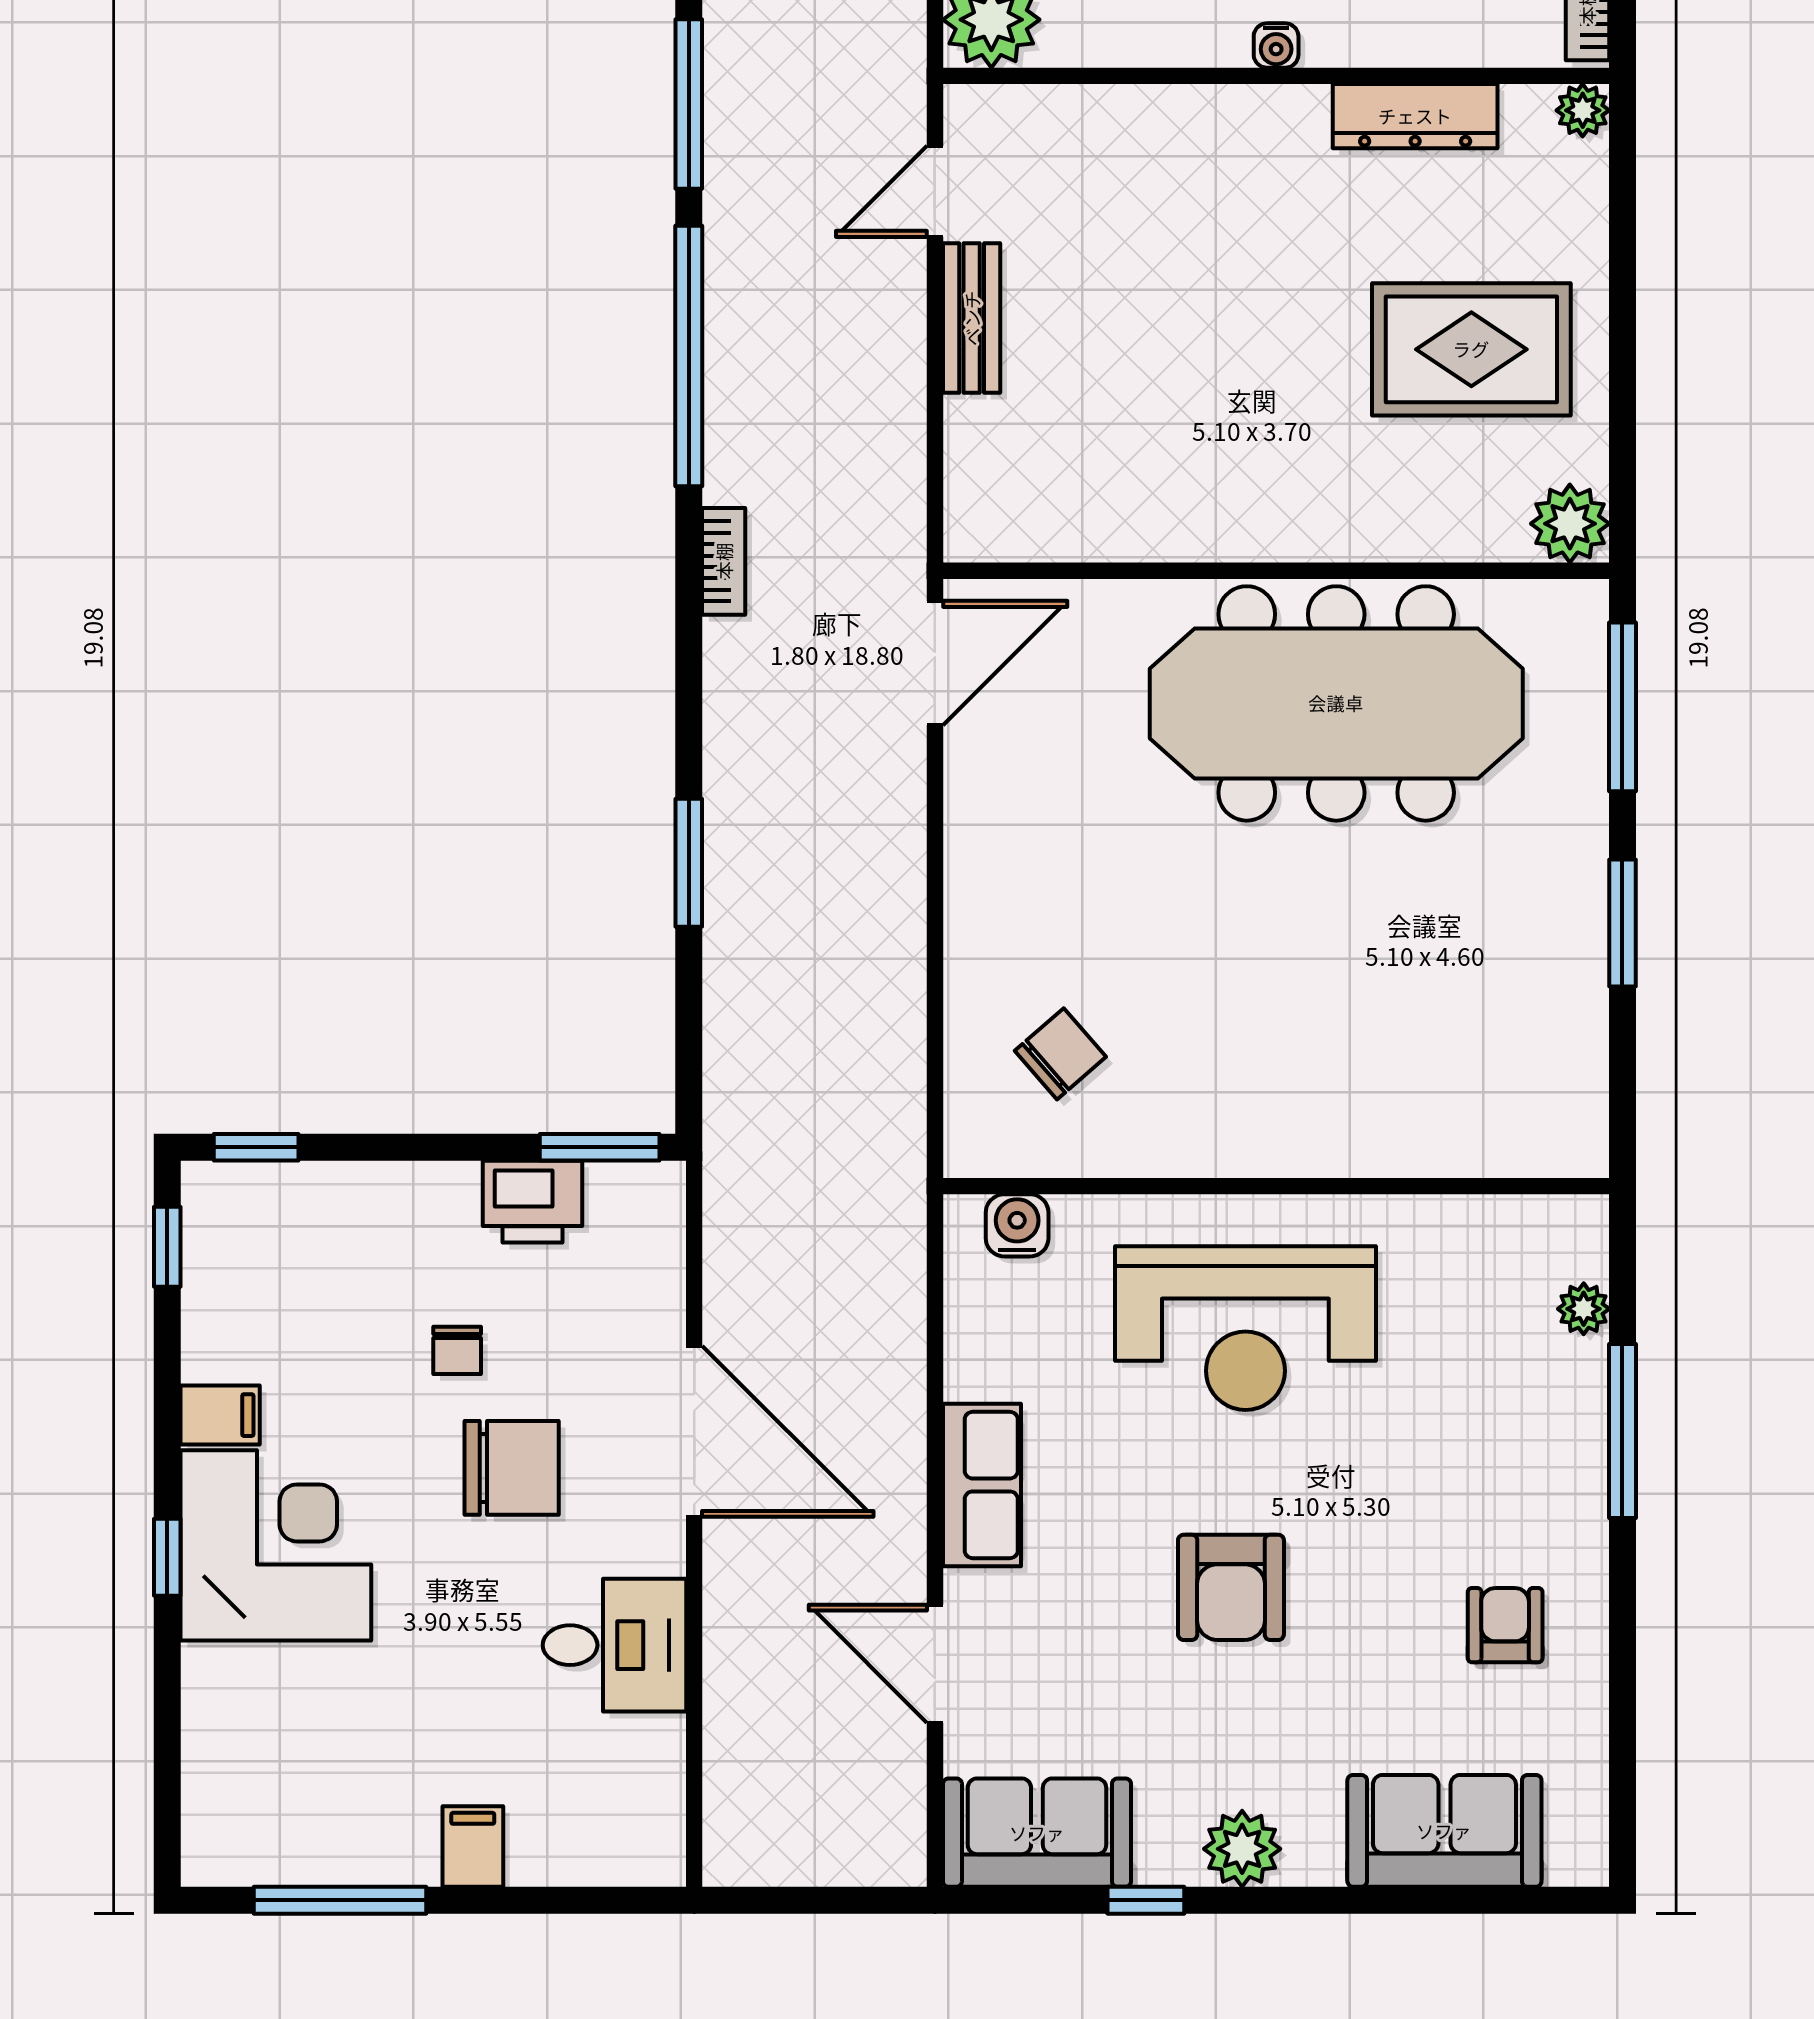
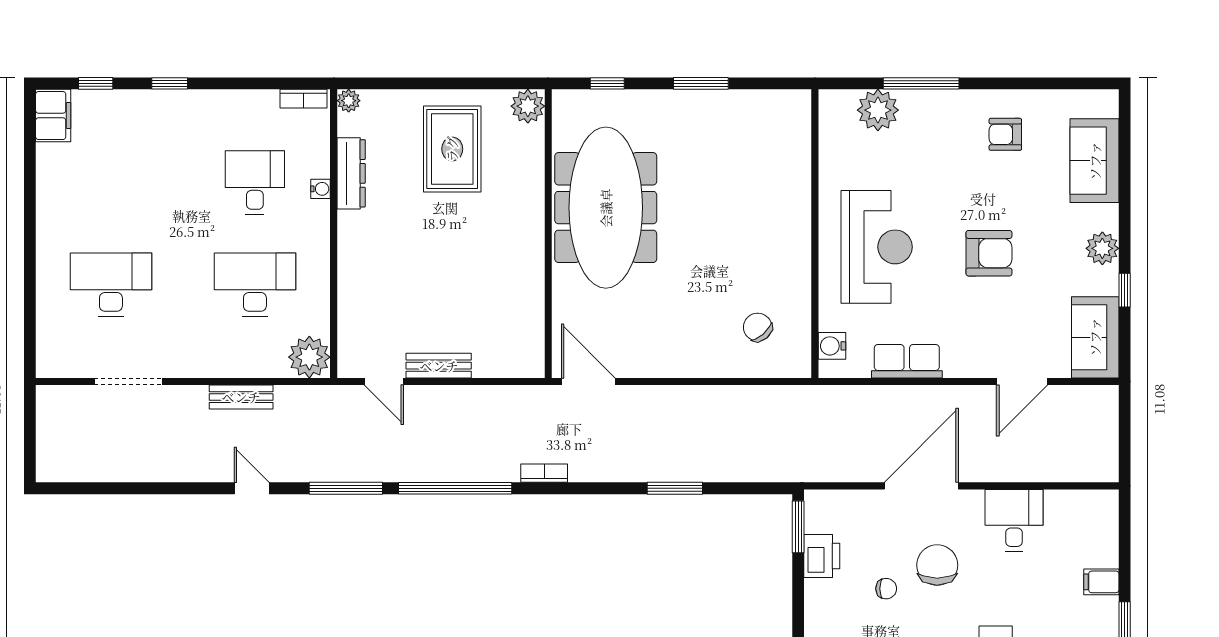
water cooler: (1276, 46) -> (321, 189), moved
window: (1622, 707) -> (607, 83), width x0.46
plant: (1584, 1309) -> (878, 110), width x1.88, depth x1.88
row of seats: (982, 1485) -> (907, 361), moved

